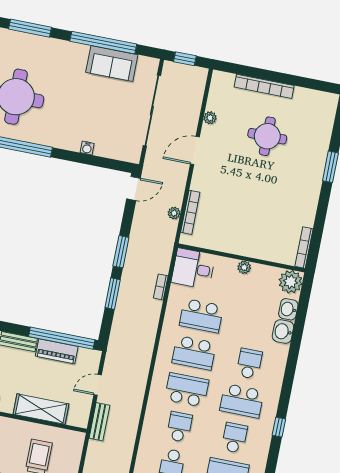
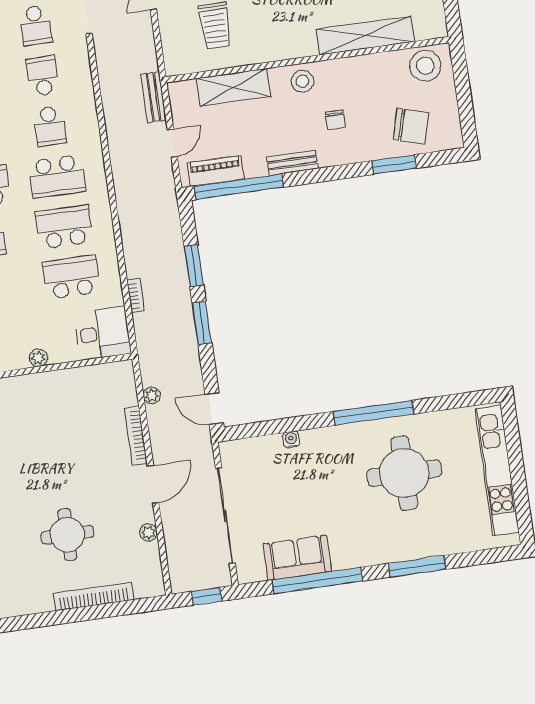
door: (133, 188) -> (214, 409), hinge flipped
bookcase: (190, 212) -> (136, 436), moved
piano: (57, 351) -> (216, 171), moved

